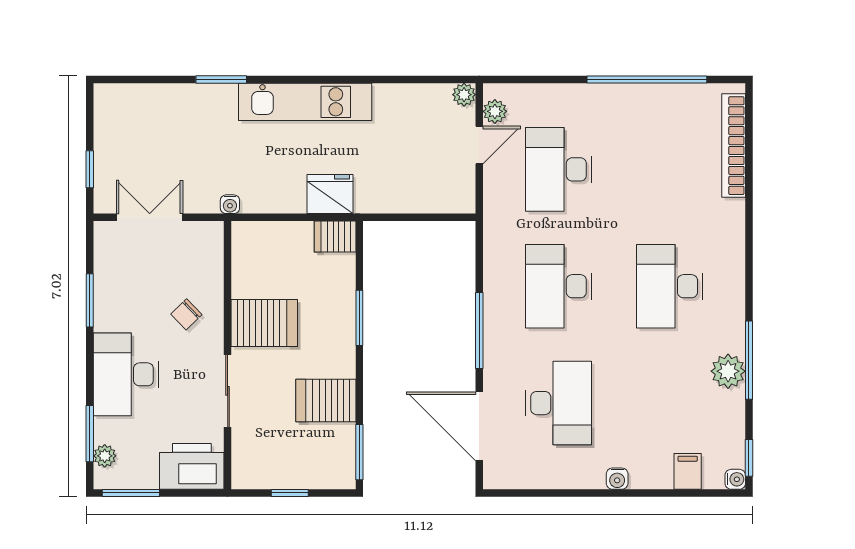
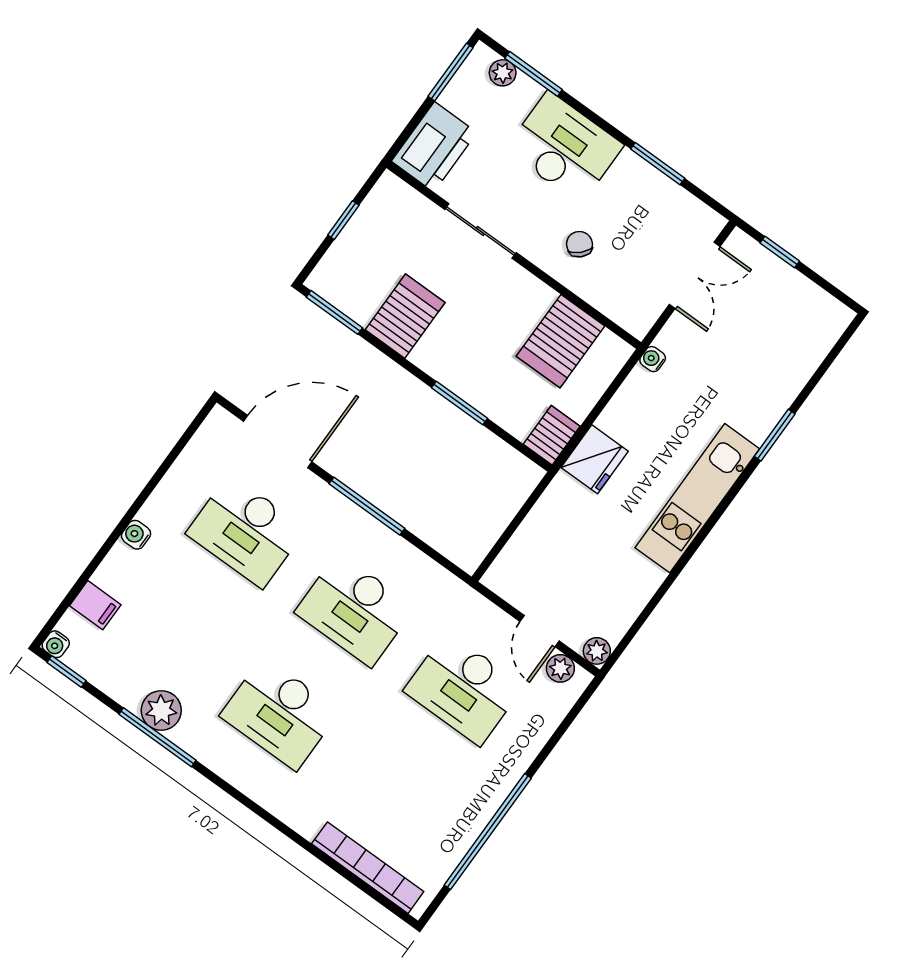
desk: (559, 169) -> (464, 689), turned 180
desk: (559, 286) -> (355, 610), turned 180
desk: (670, 286) -> (280, 713), turned 180
server rack: (264, 323) -> (561, 341), moved

